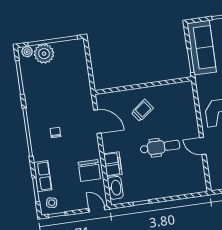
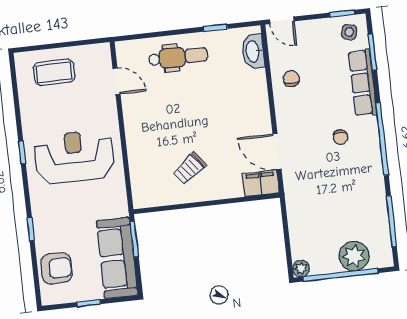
plant: (27, 52) -> (301, 269), moved
trolley: (142, 110) -> (189, 168), moved
door: (203, 146) -> (117, 81), moved
dental chair: (160, 147) -> (178, 57), moved, turned 180
filing cabinet: (113, 164) -> (261, 183), moved, turned 90
chair: (89, 170) -> (291, 79), width x0.54, depth x0.54
row of seats: (43, 176) -> (363, 83), width x1.48

